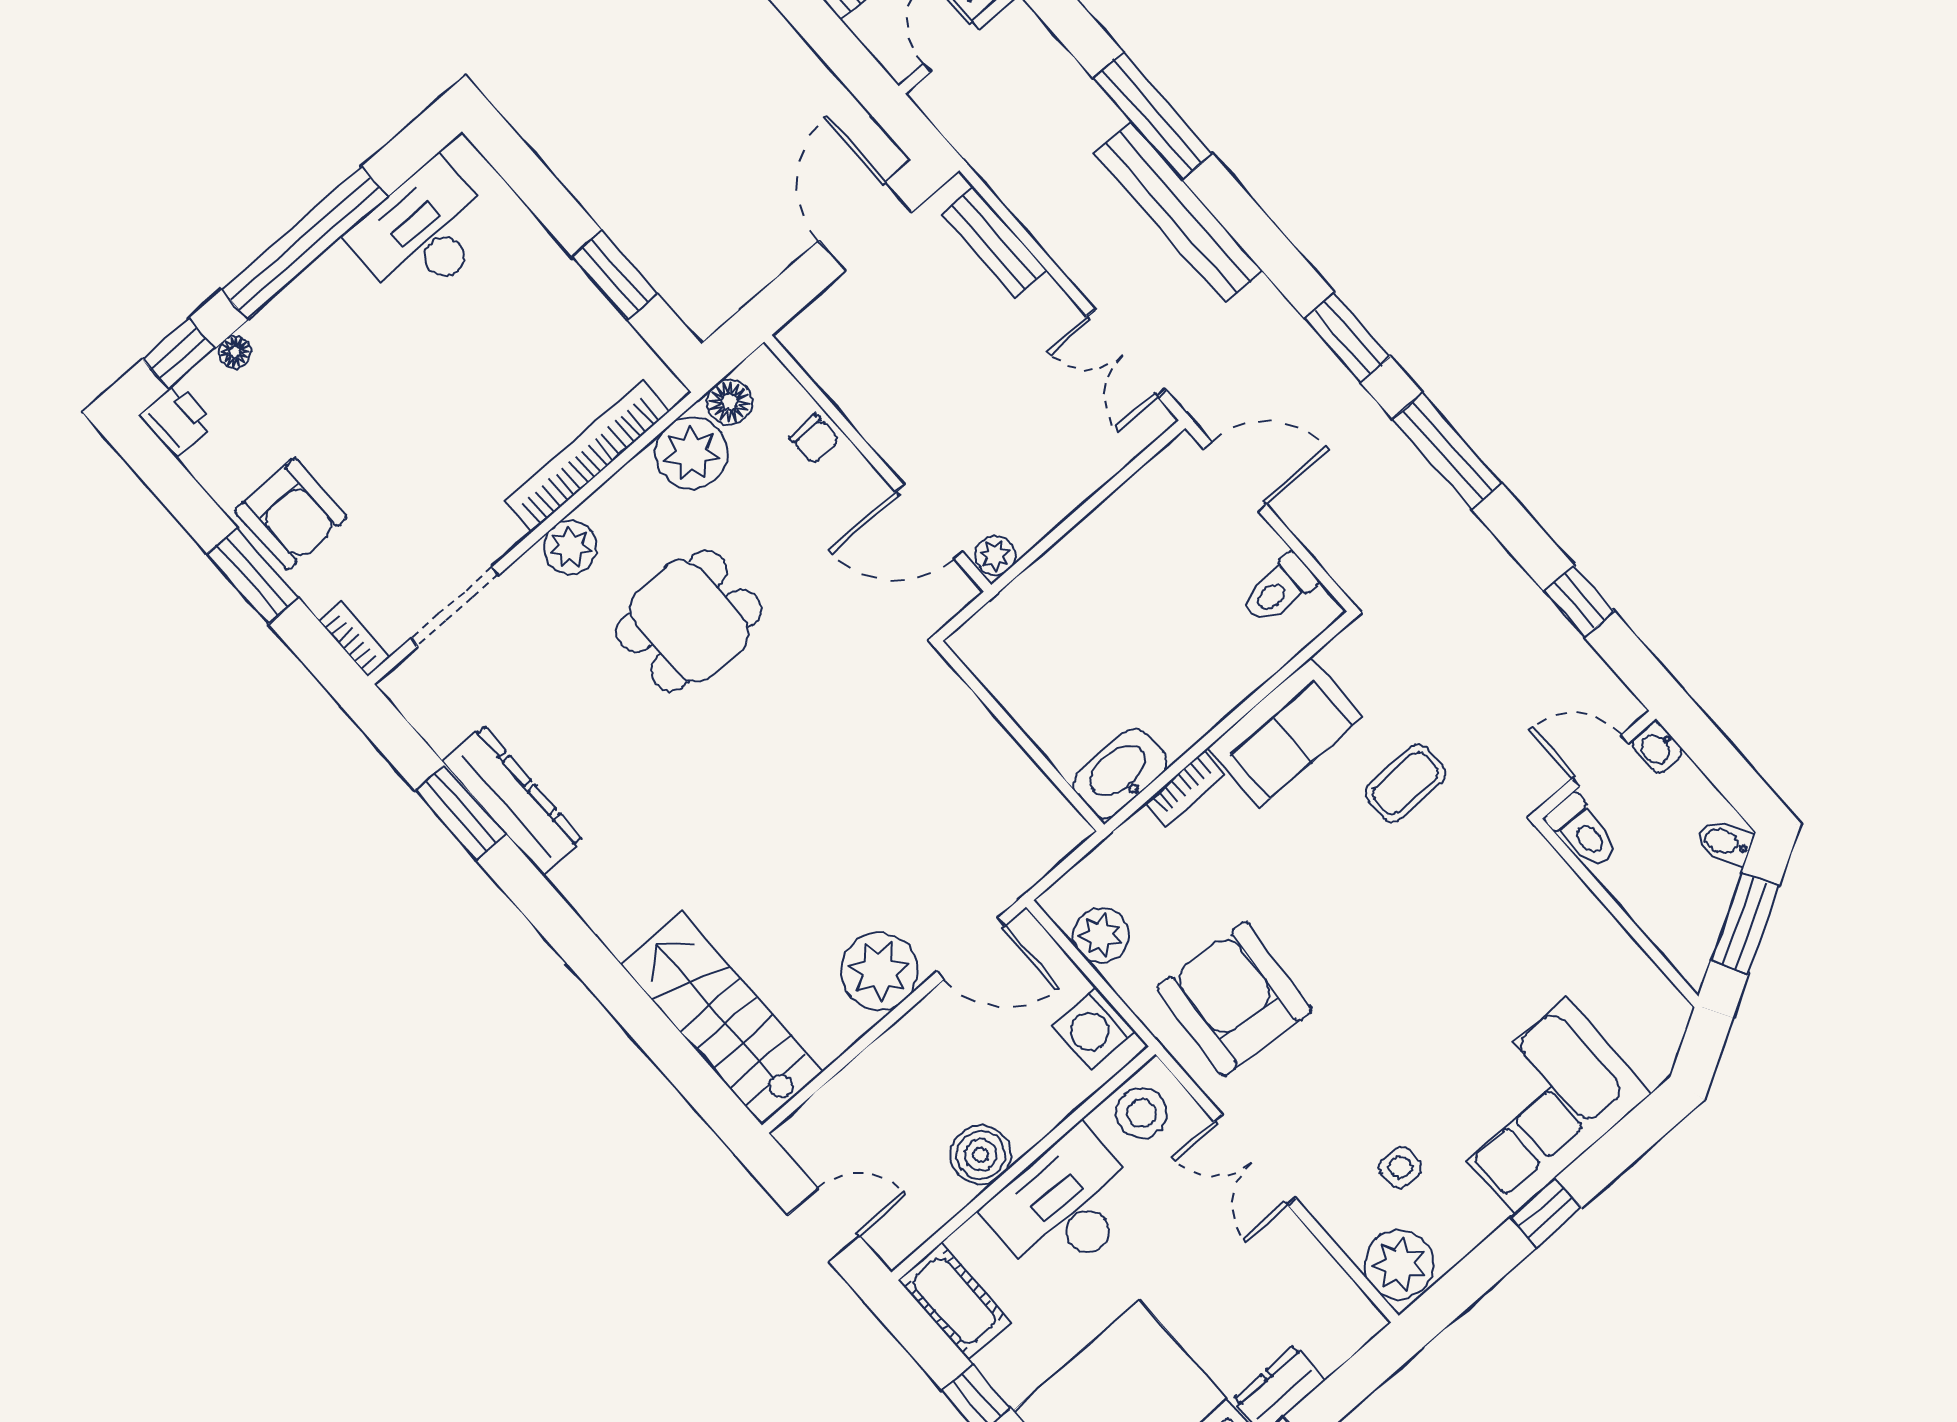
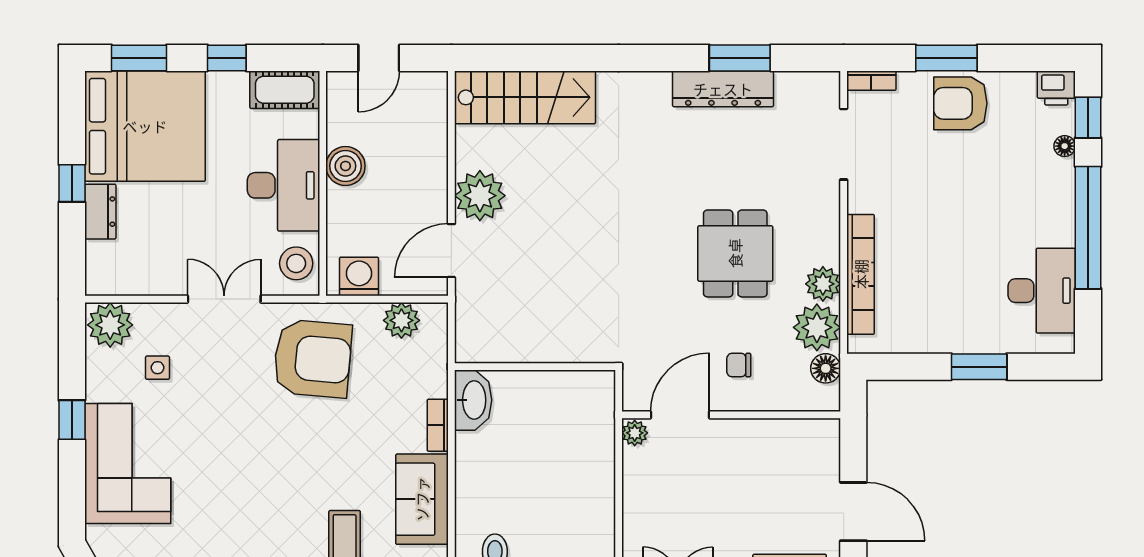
window: (615, 275) -> (979, 367), moved
chair: (814, 439) -> (739, 365), moved
plant: (570, 547) -> (823, 284), moved

